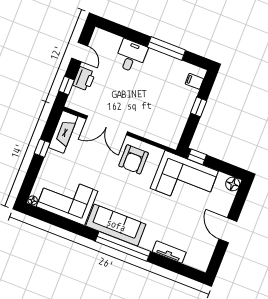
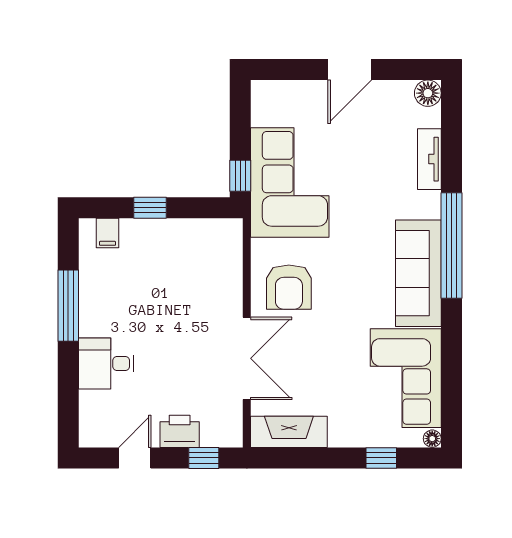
window: (42, 148) -> (381, 458), moved
armchair: (134, 159) -> (289, 287), turned 90
floor lamp: (233, 184) -> (428, 93), moved

